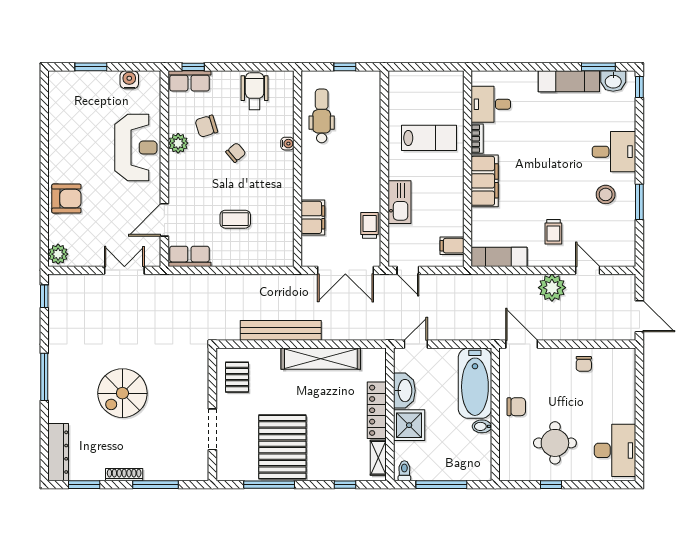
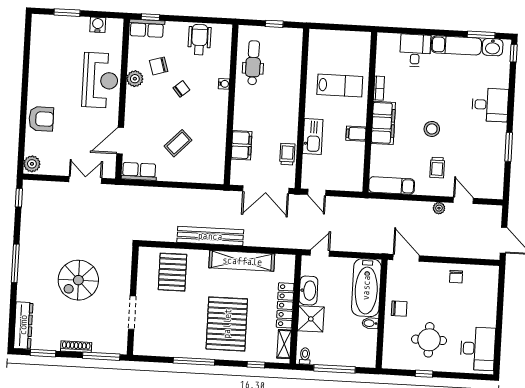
desk: (491, 104) -> (415, 50), moved, turned 90
stool: (606, 194) -> (432, 129), moved
coffee table: (235, 219) -> (178, 143), turned -46
filing cabinet: (452, 246) -> (356, 134), moved
plant: (552, 288) -> (439, 208), width x0.53, depth x0.53
pallet: (237, 377) -> (172, 272), width x1.50, depth x1.42
wall: (212, 414) -> (133, 300), moved
doorway: (212, 429) -> (132, 313), moved
pallet: (282, 447) -> (227, 324), moved

